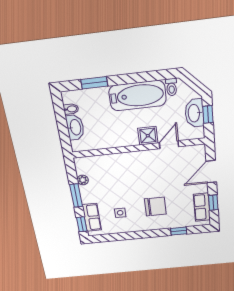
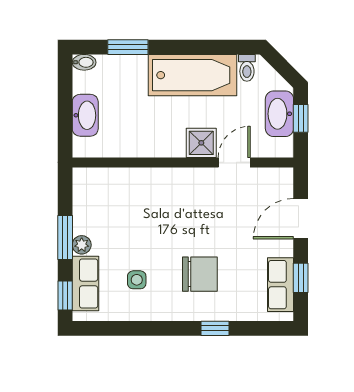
bidet: (71, 109) -> (84, 62), moved
plant: (83, 180) -> (82, 245), moved
window: (179, 231) -> (215, 328), moved

